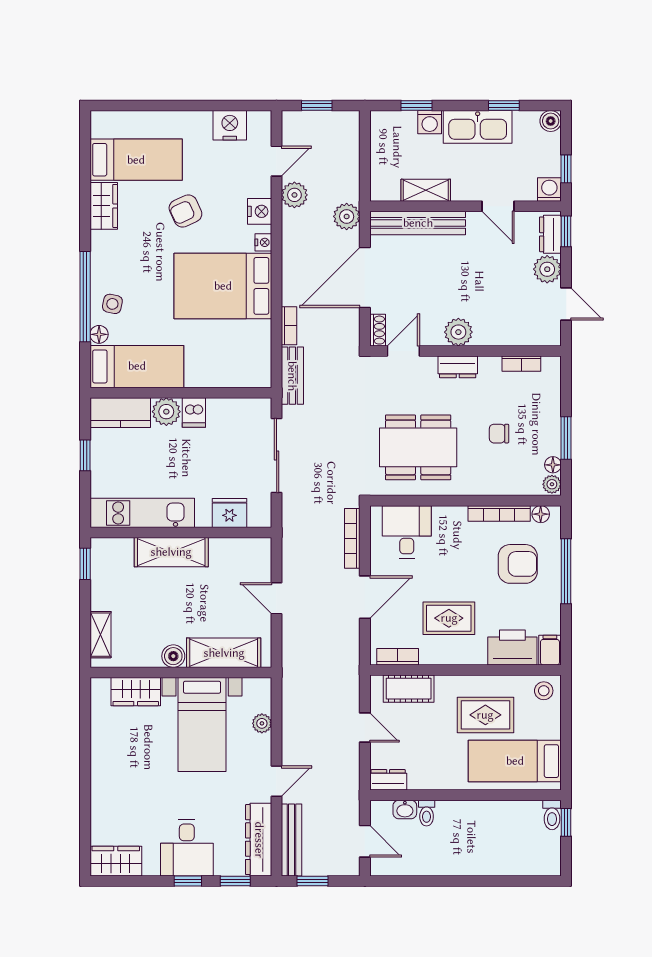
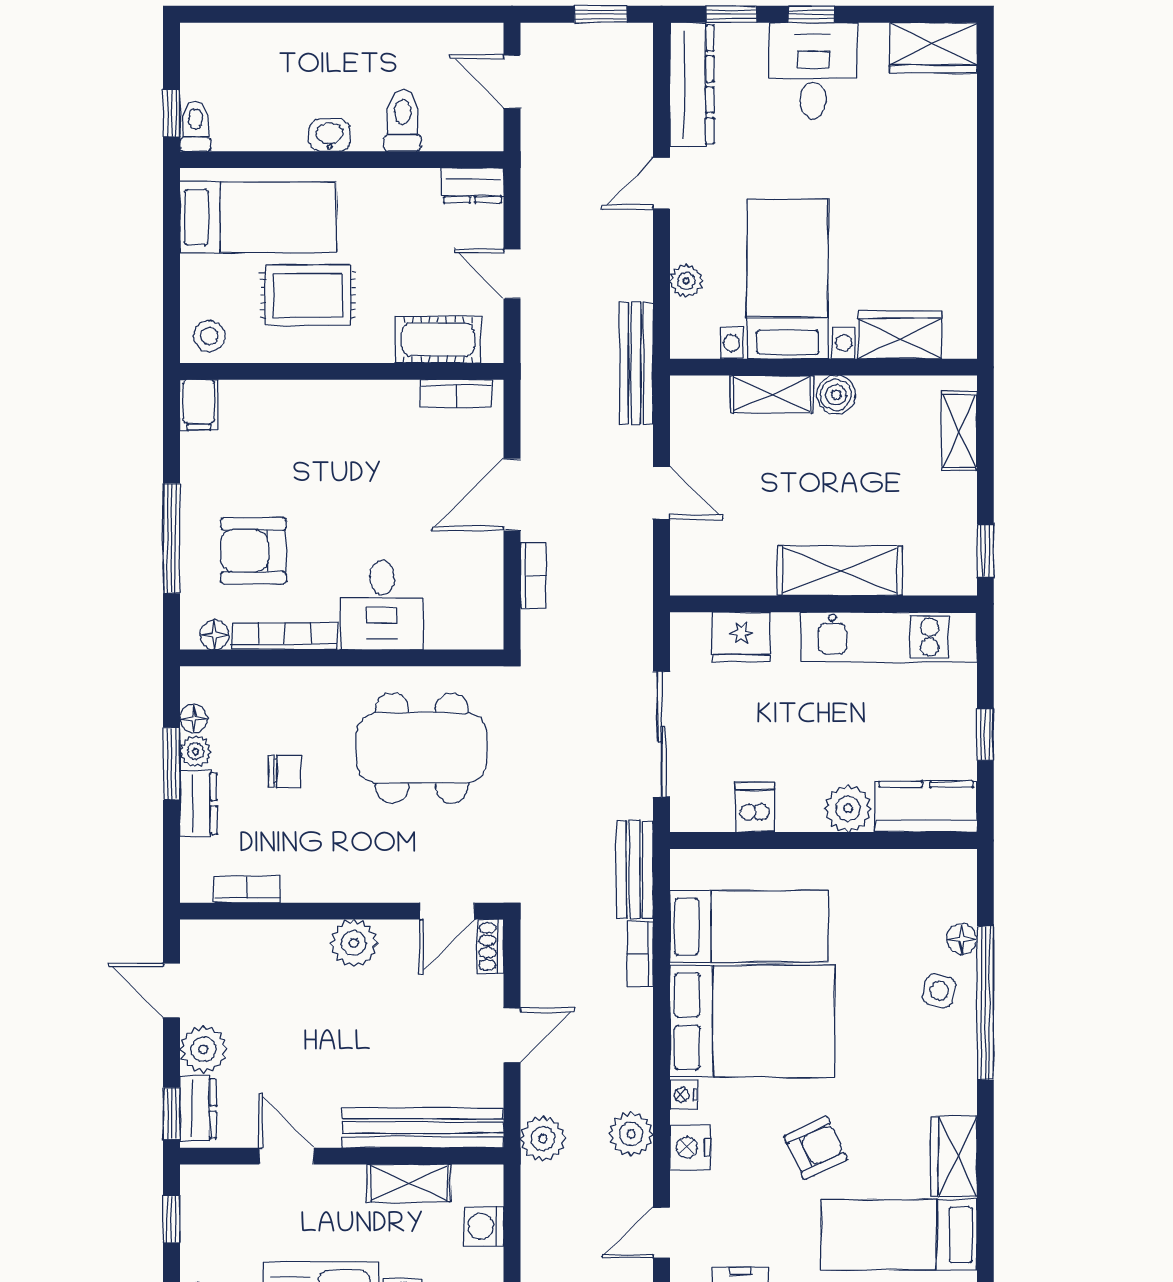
washing machine: (549, 189) -> (484, 1226), moved, turned 90
plant: (294, 195) -> (631, 1134), moved
door: (365, 277) -> (512, 1035), width x0.53
bed: (137, 366) -> (749, 926), moved, turned 180
dresser: (458, 367) -> (198, 803), moved, turned 90
dishwasher: (194, 412) -> (755, 807), moved
plant: (552, 484) -> (195, 751), moved
desk: (407, 532) -> (382, 605), moved
bookcase: (352, 538) -> (533, 576), width x0.64
rug: (449, 618) -> (370, 459), removed
printer: (512, 647) -> (262, 409), removed
shelving: (224, 653) -> (772, 394), width x0.67, depth x0.75
washbasin: (405, 809) -> (330, 135), moved
toilet: (427, 813) -> (403, 121), width x1.37, depth x1.39
bench: (292, 840) -> (636, 363), moved

